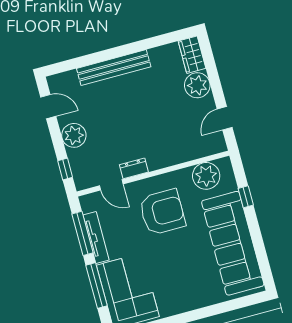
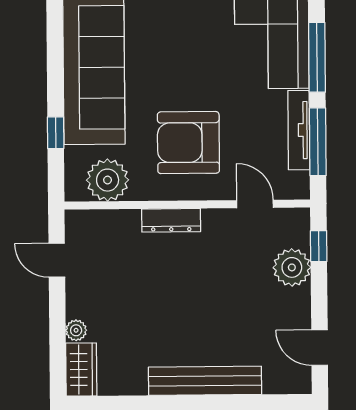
plant: (197, 85) -> (76, 330), width x0.53, depth x0.53
door: (225, 118) -> (57, 260), swing flipped
plant: (74, 135) -> (292, 267), moved
dresser: (134, 168) -> (171, 220), moved, width x1.44

